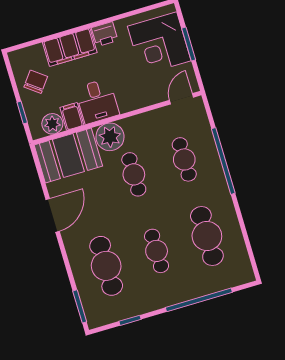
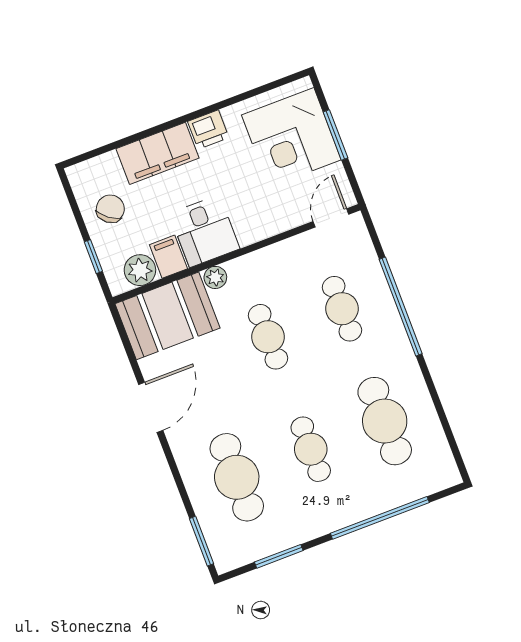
plant: (110, 137) -> (215, 277), width x0.53, depth x0.53
window: (130, 320) -> (279, 556), width x1.50

